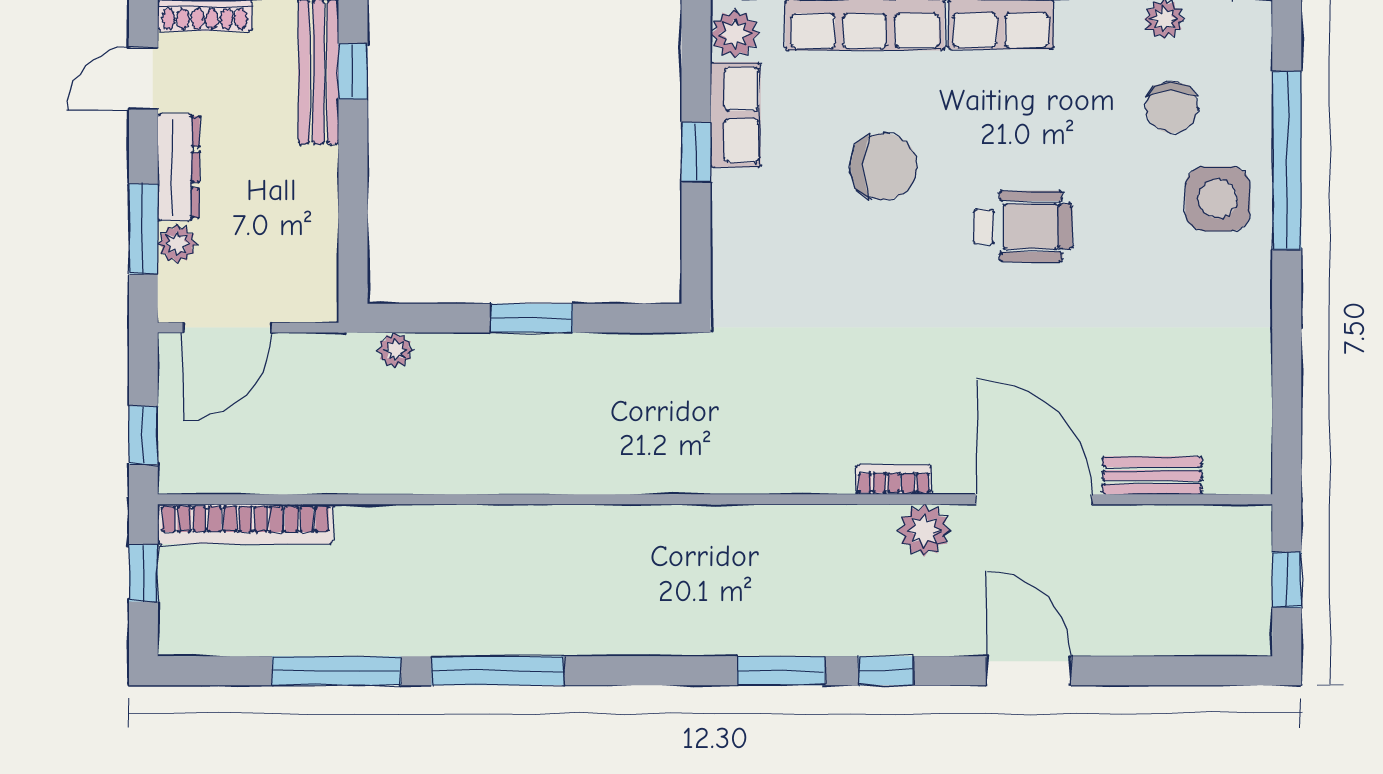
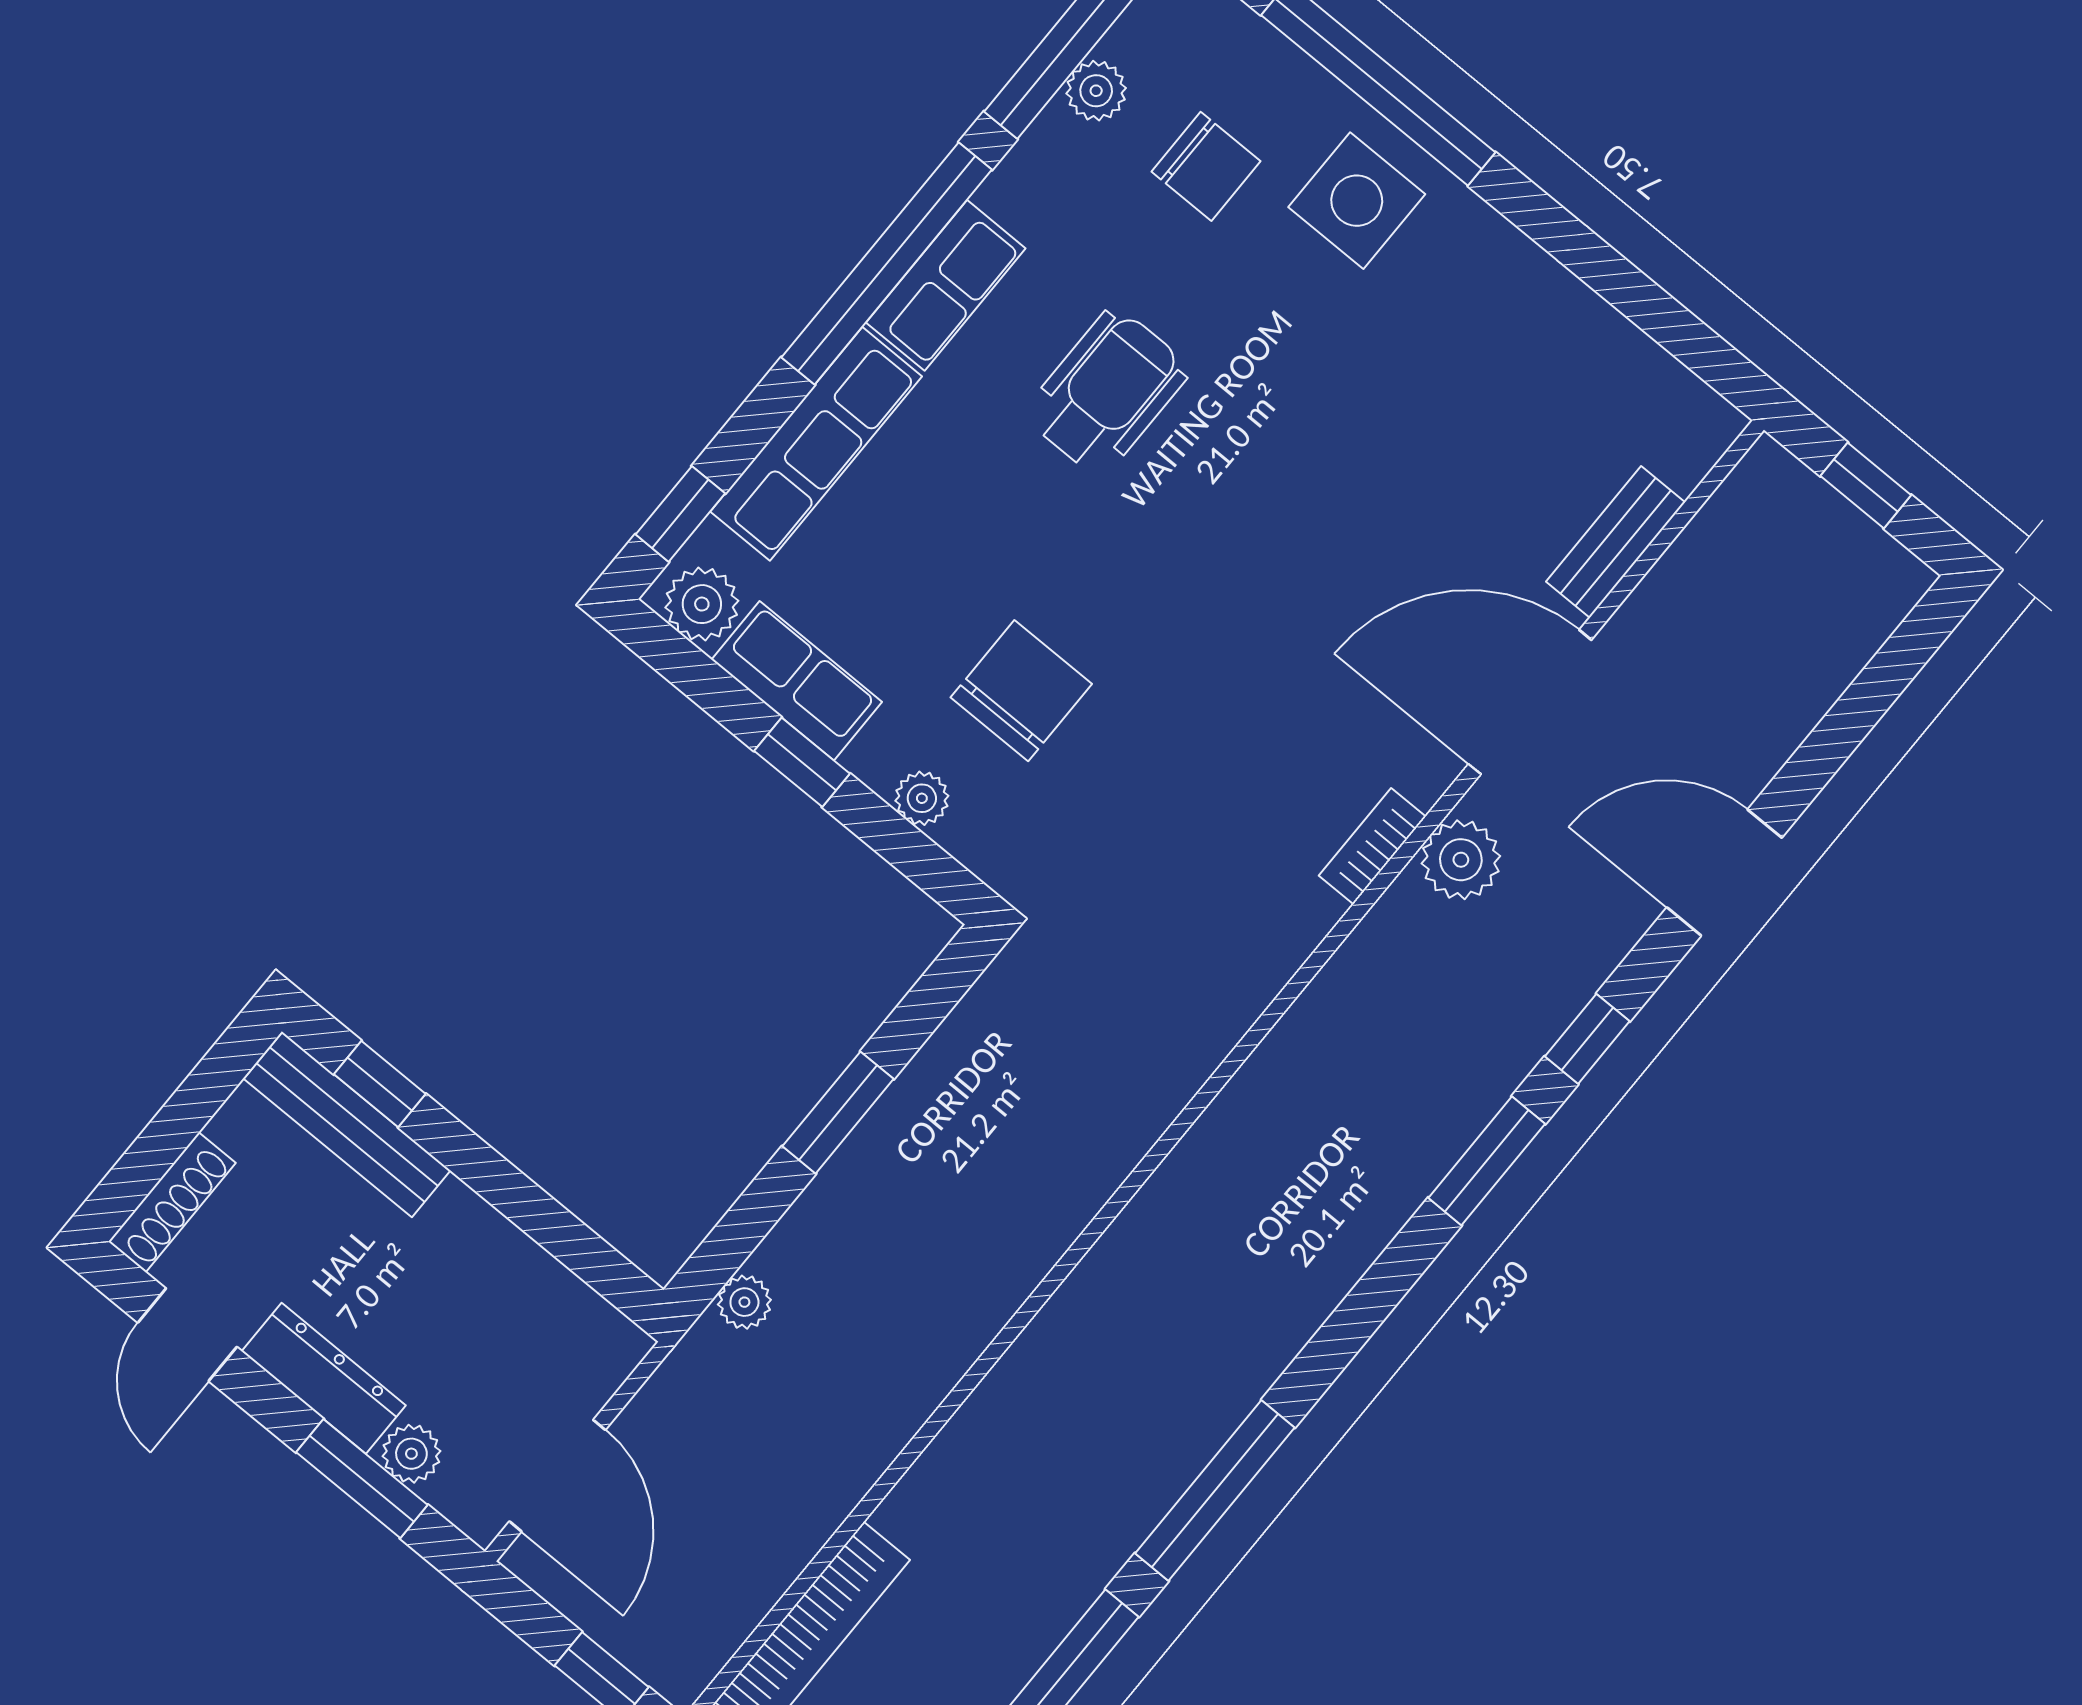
chair: (884, 167) -> (1021, 691), moved
wheelchair: (1023, 226) -> (1107, 392), moved
plant: (728, 228) -> (922, 798), added

